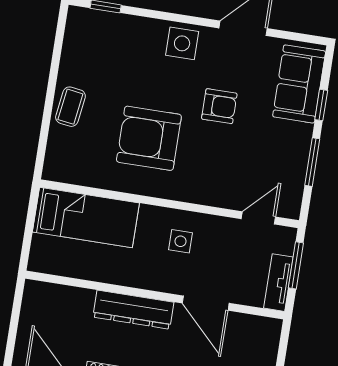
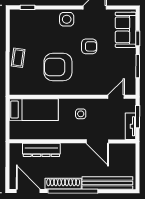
dresser: (133, 310) -> (41, 150), moved

